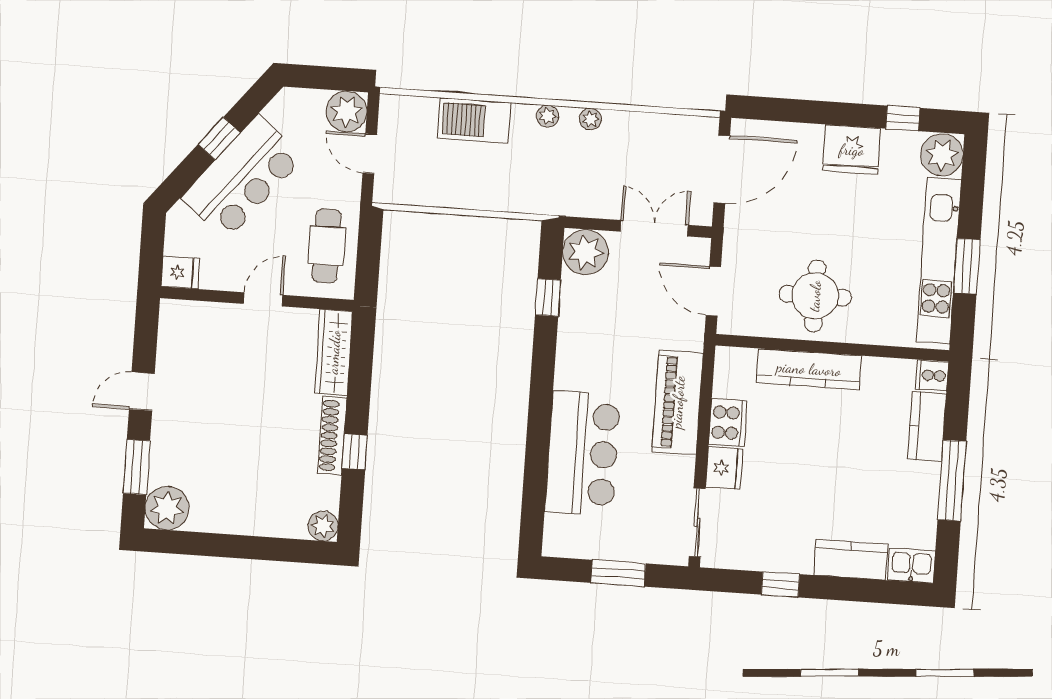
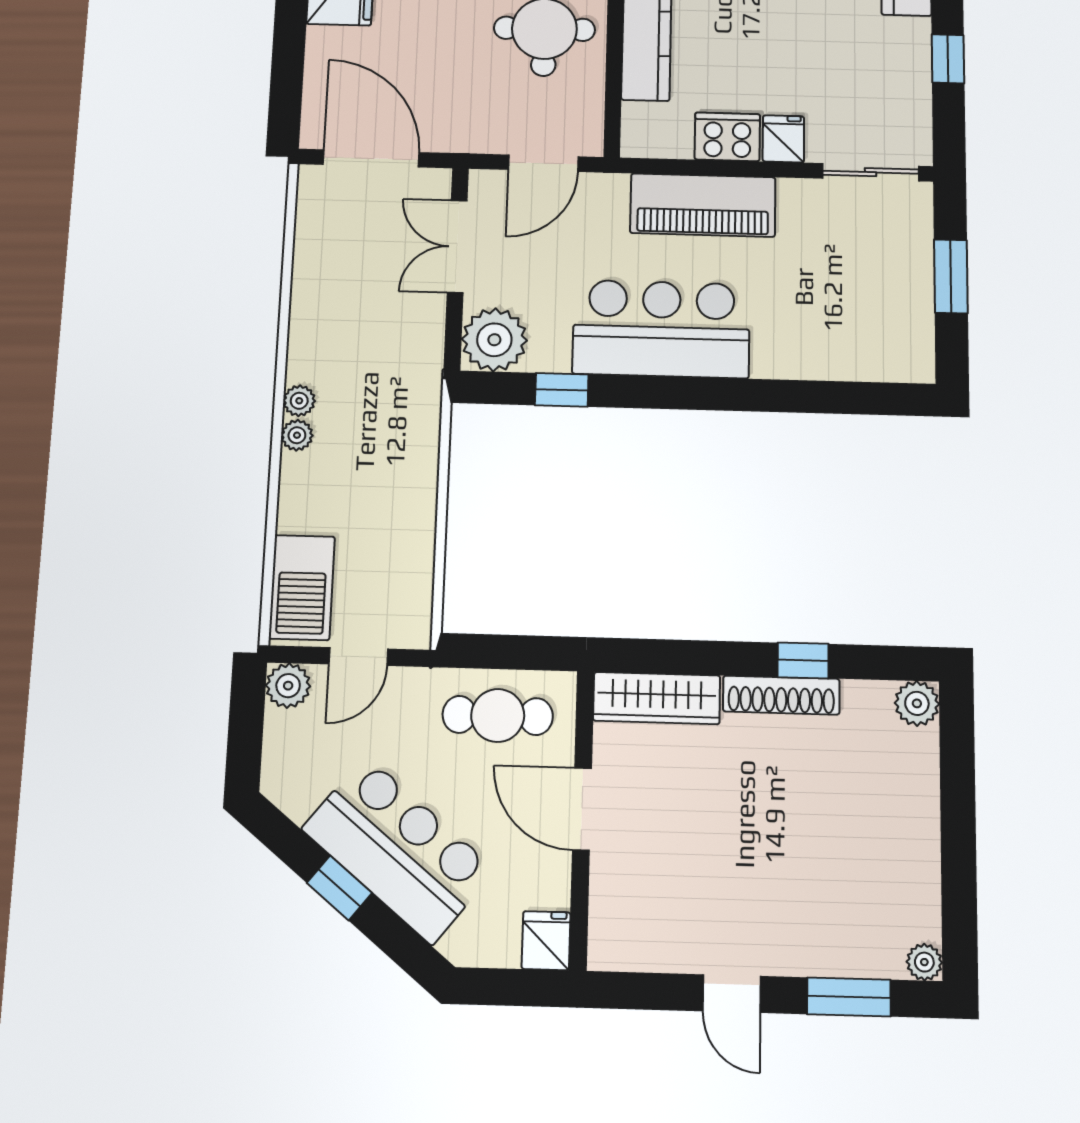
plant: (346, 111) -> (288, 686), width x0.73, depth x0.73
plant: (590, 119) -> (297, 435), moved
barbecue: (474, 120) -> (302, 587), moved
door: (263, 299) -> (582, 809), width x1.38
bar counter: (583, 453) -> (661, 329), moved
fridge: (724, 468) -> (783, 139), width x0.72
plant: (167, 508) -> (924, 962), width x0.53, depth x0.53

